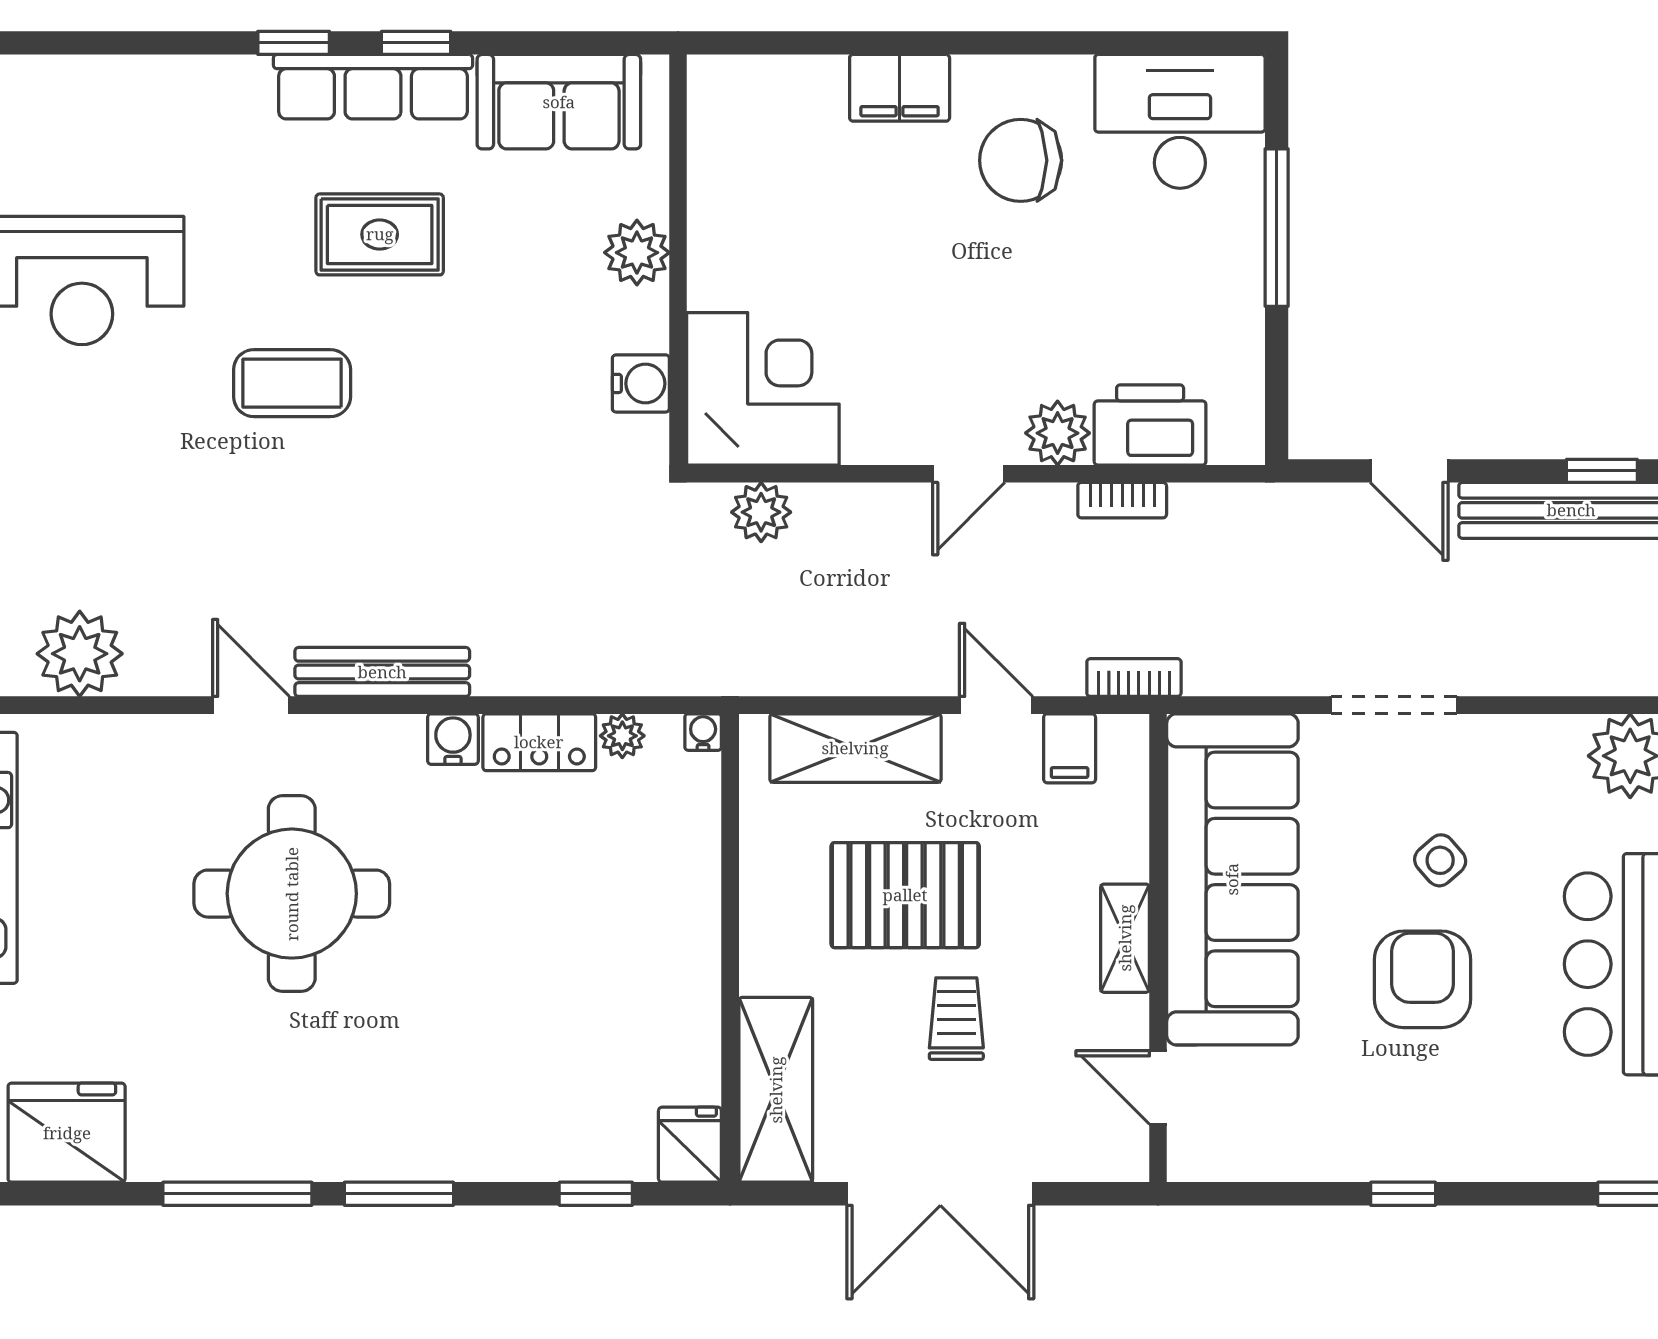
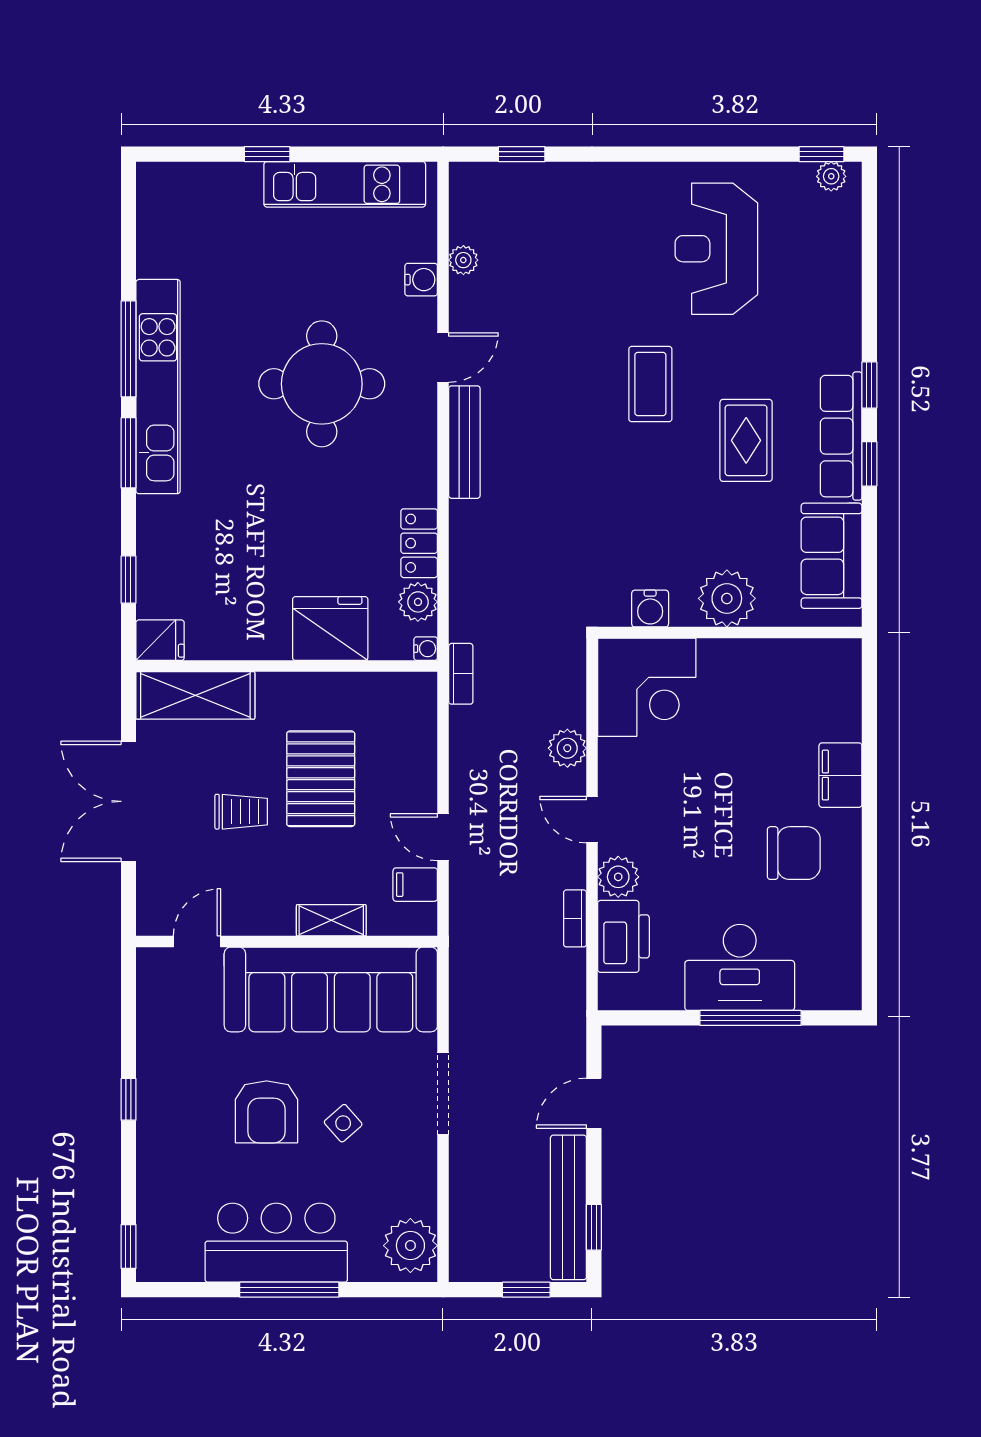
desk: (1180, 121) -> (740, 967), moved, turned 90
chair: (1021, 160) -> (794, 853), turned 90
plant: (637, 253) -> (727, 598), width x1.36, depth x1.36
plant: (761, 512) -> (567, 748), moved
plant: (80, 654) -> (463, 260), width x0.53, depth x0.53
bookcase: (1134, 678) -> (461, 674), moved
door: (996, 705) -> (443, 837), swing flipped
plant: (622, 736) -> (418, 602), width x1.38, depth x1.38
water cooler: (453, 739) -> (421, 280), moved
shelving: (855, 748) -> (415, 747), removed
shelving: (1125, 938) -> (331, 920), moved
armchair: (1423, 979) -> (267, 1112), turned 90
fridge: (67, 1133) -> (330, 629), moved, turned -90
kitchen unit: (296, 1148) -> (158, 387), added

